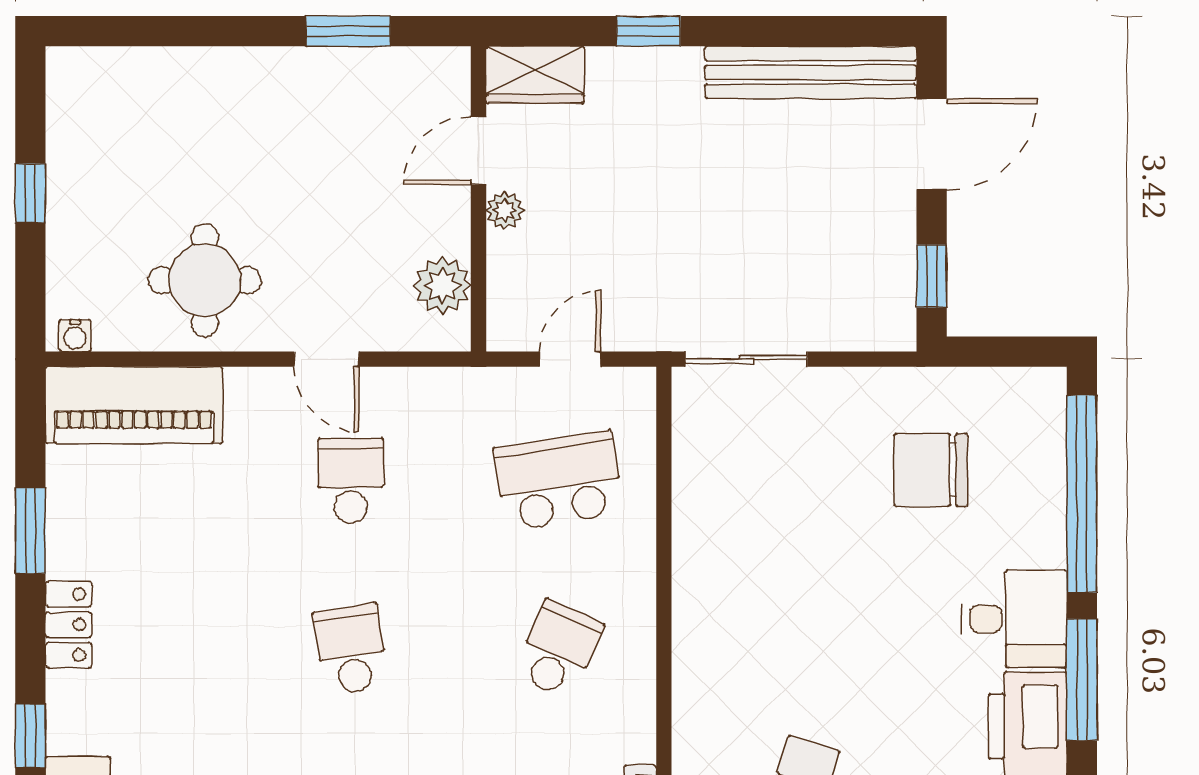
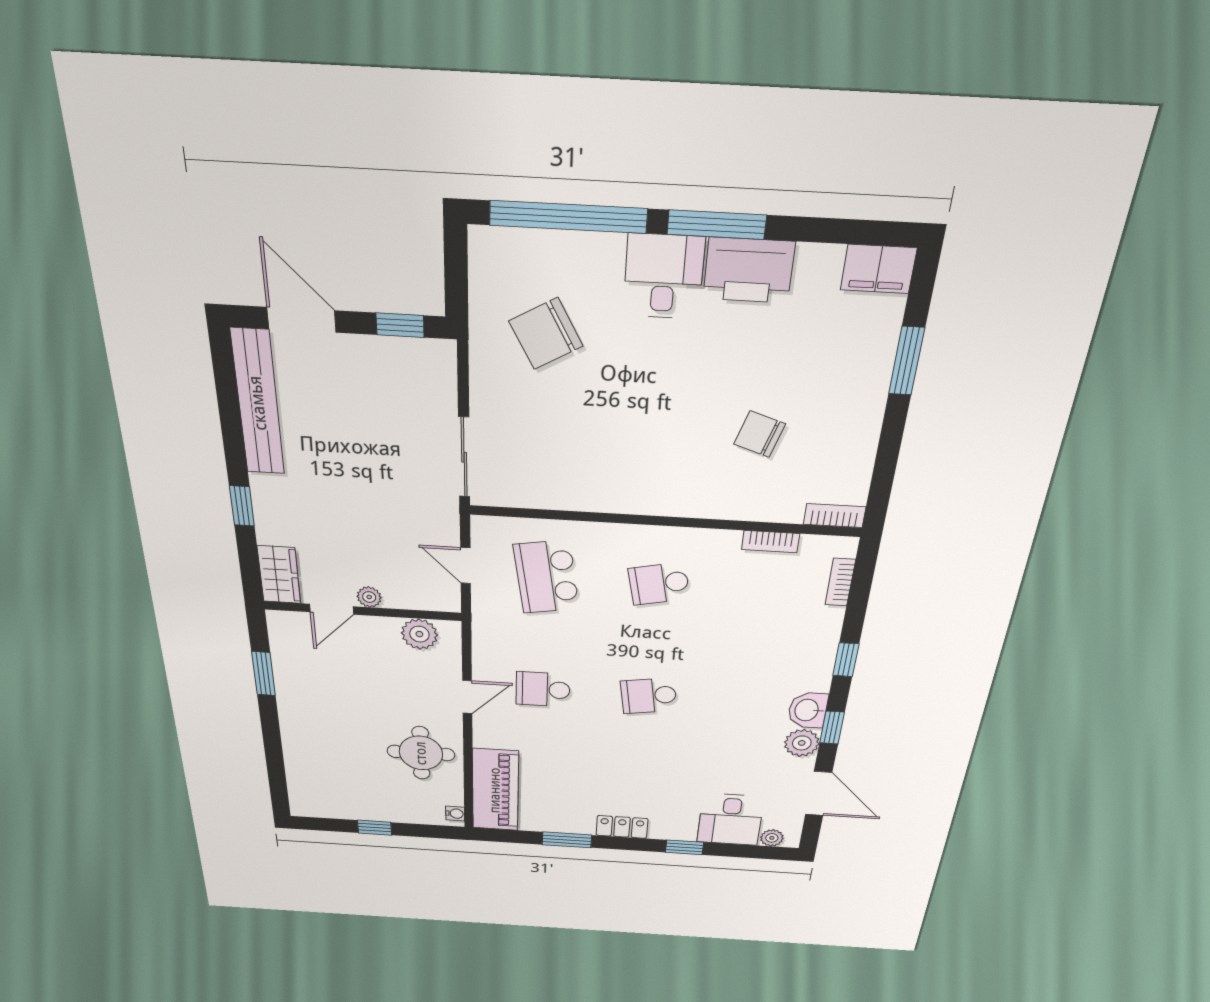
door: (479, 151) -> (332, 609), hinge flipped
chair: (931, 470) -> (546, 334), turned 61
school desk: (558, 650) -> (659, 584), turned -36

